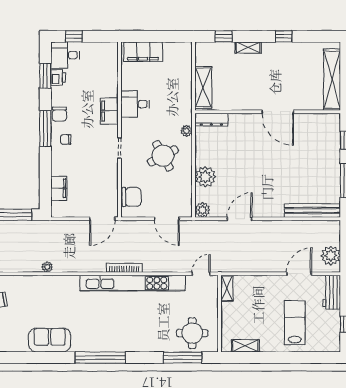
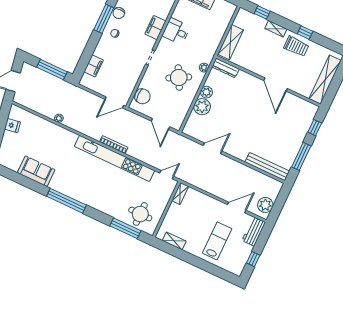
trolley: (281, 57) -> (296, 46), added
plant: (202, 210) -> (206, 92), moved

